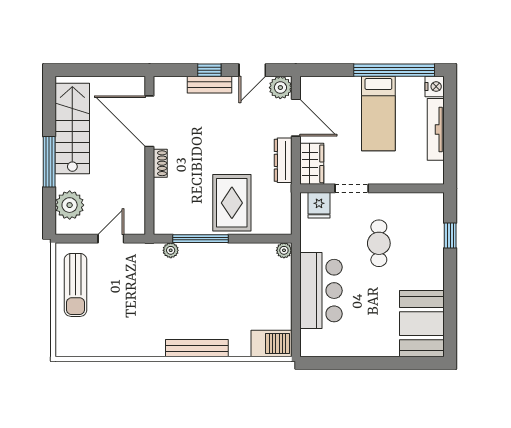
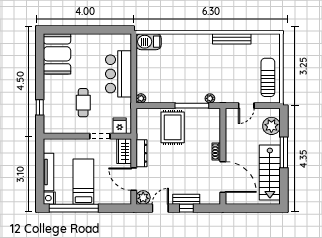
bench: (197, 348) -> (232, 39), moved

